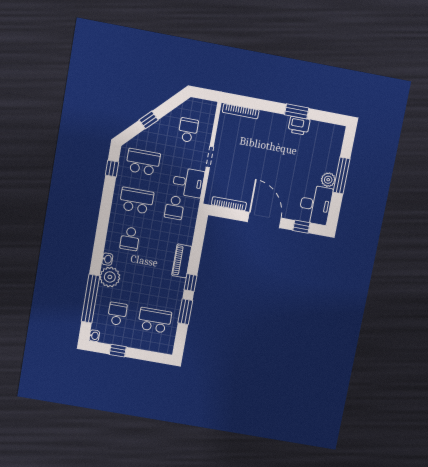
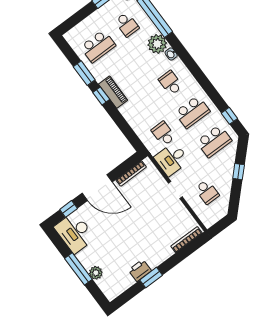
plant: (328, 180) -> (96, 273), moved
piano: (182, 261) -> (113, 92), moved

